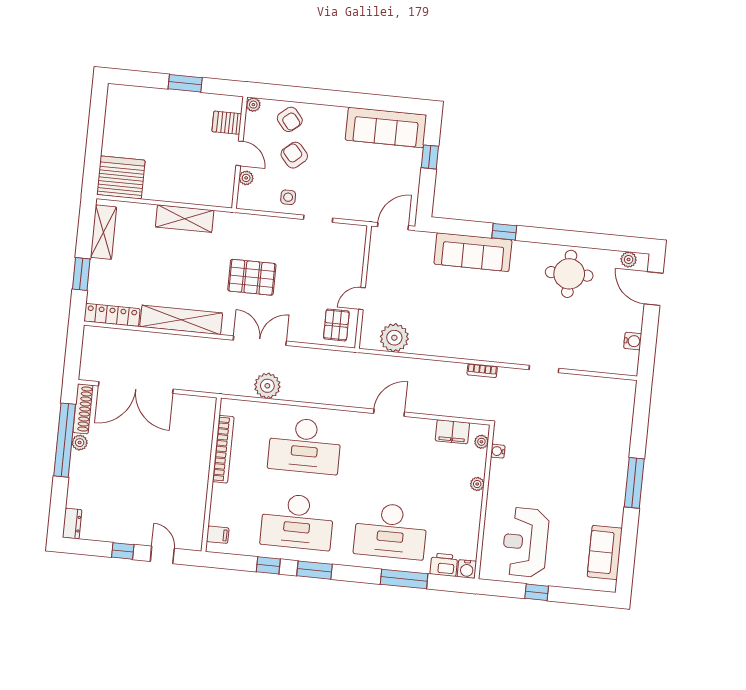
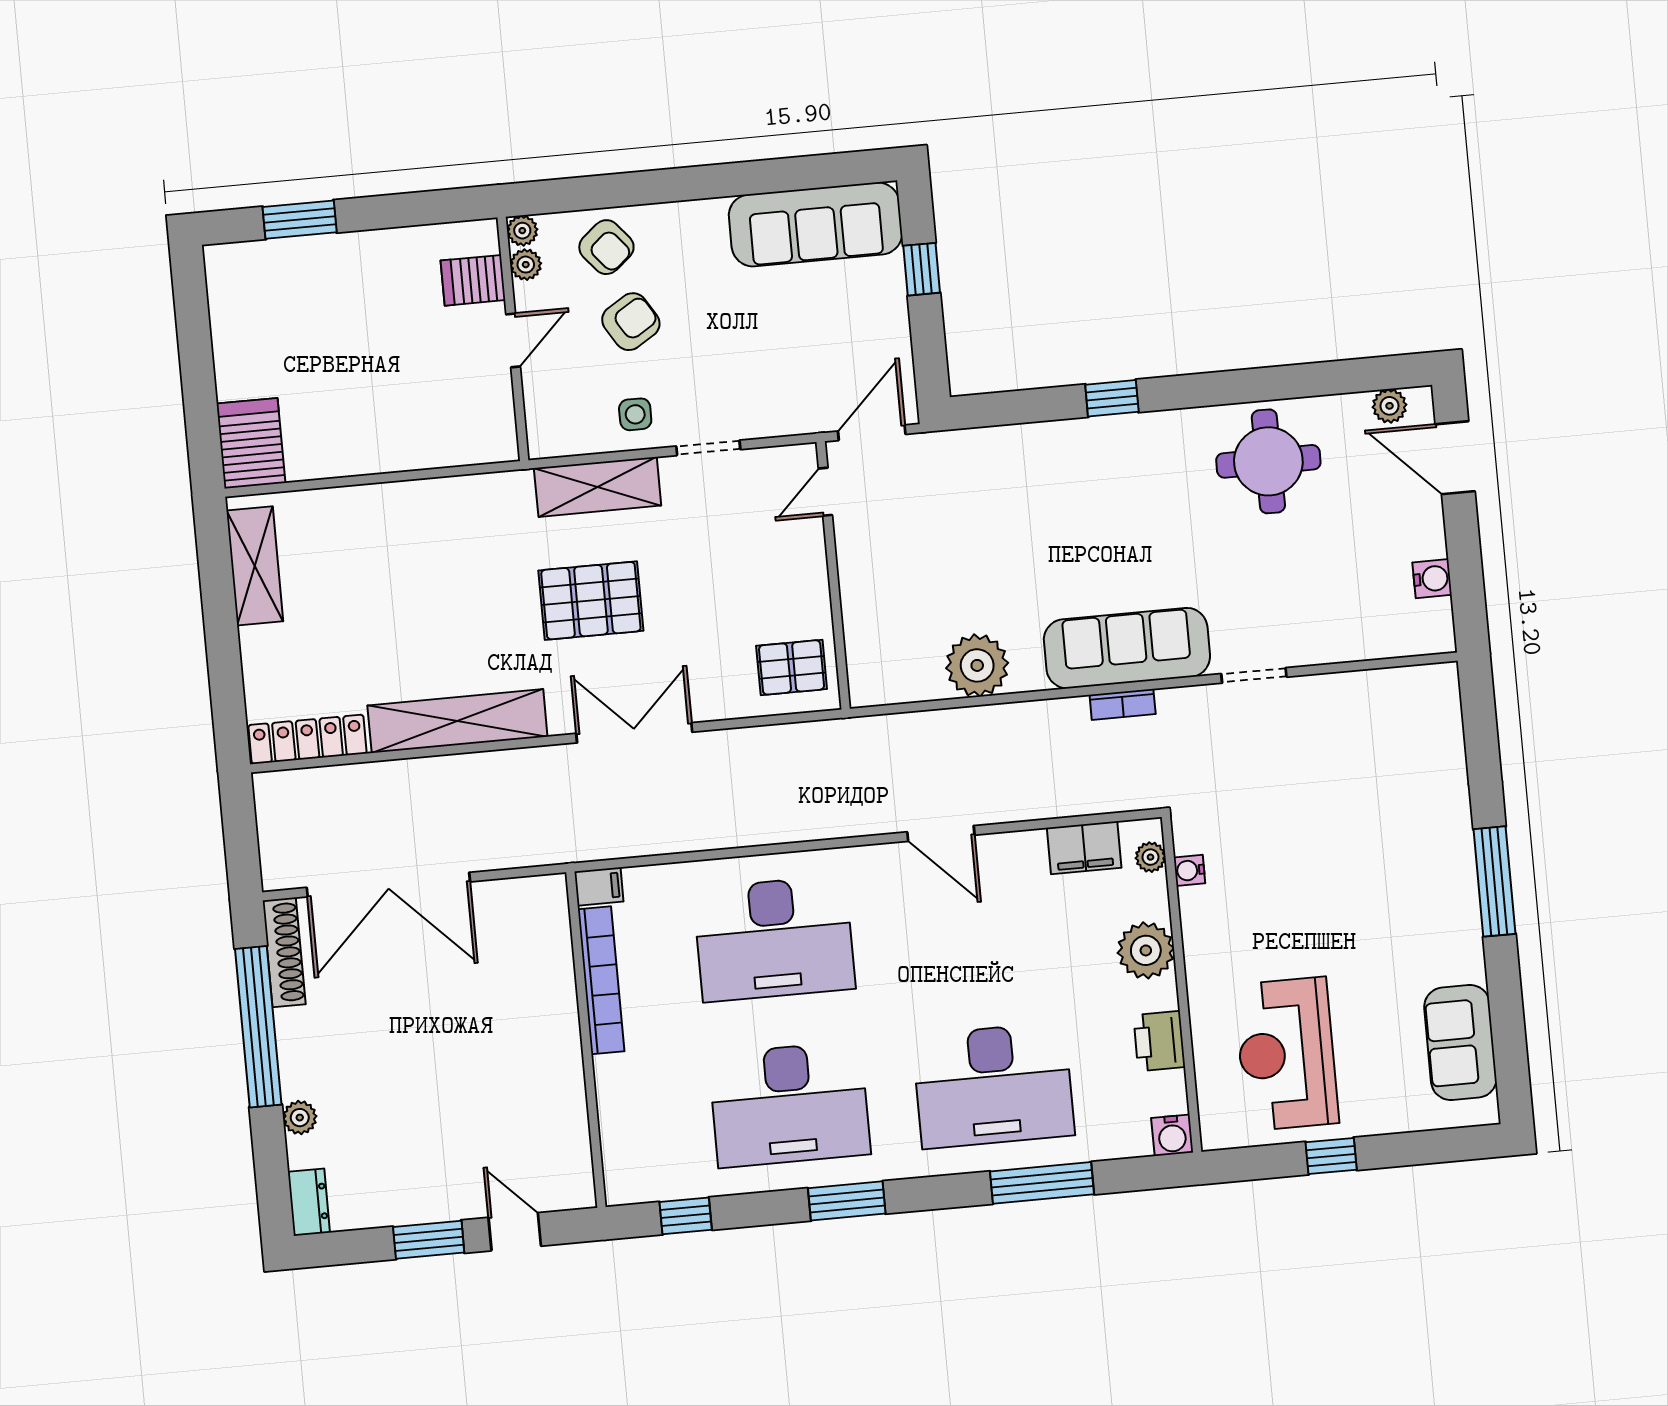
window: (185, 83) -> (300, 220), moved
door: (240, 153) -> (513, 340), hinge flipped
armchair: (294, 155) -> (631, 322), turned 99
server rack: (121, 177) -> (251, 443), width x0.63
plant: (246, 178) -> (526, 265), moved
shelving: (185, 219) -> (598, 487), moved
sofa: (473, 252) -> (1127, 648), moved, turned 180
window: (81, 274) -> (225, 665), removed
door: (362, 299) -> (825, 492), moved
pallet: (336, 325) -> (792, 667), turned 90
plant: (394, 338) -> (977, 665), moved
plant: (267, 386) -> (669, 826), removed
door: (389, 413) -> (941, 833), swing flipped
plant: (80, 443) -> (300, 1118), moved
plant: (477, 484) -> (1146, 950), width x1.88, depth x1.88
filing cabinet: (218, 535) -> (599, 887), moved
window: (123, 551) -> (429, 1240), width x1.50
window: (268, 565) -> (686, 1216), moved
printer: (444, 565) -> (1159, 1041), moved, turned -90

